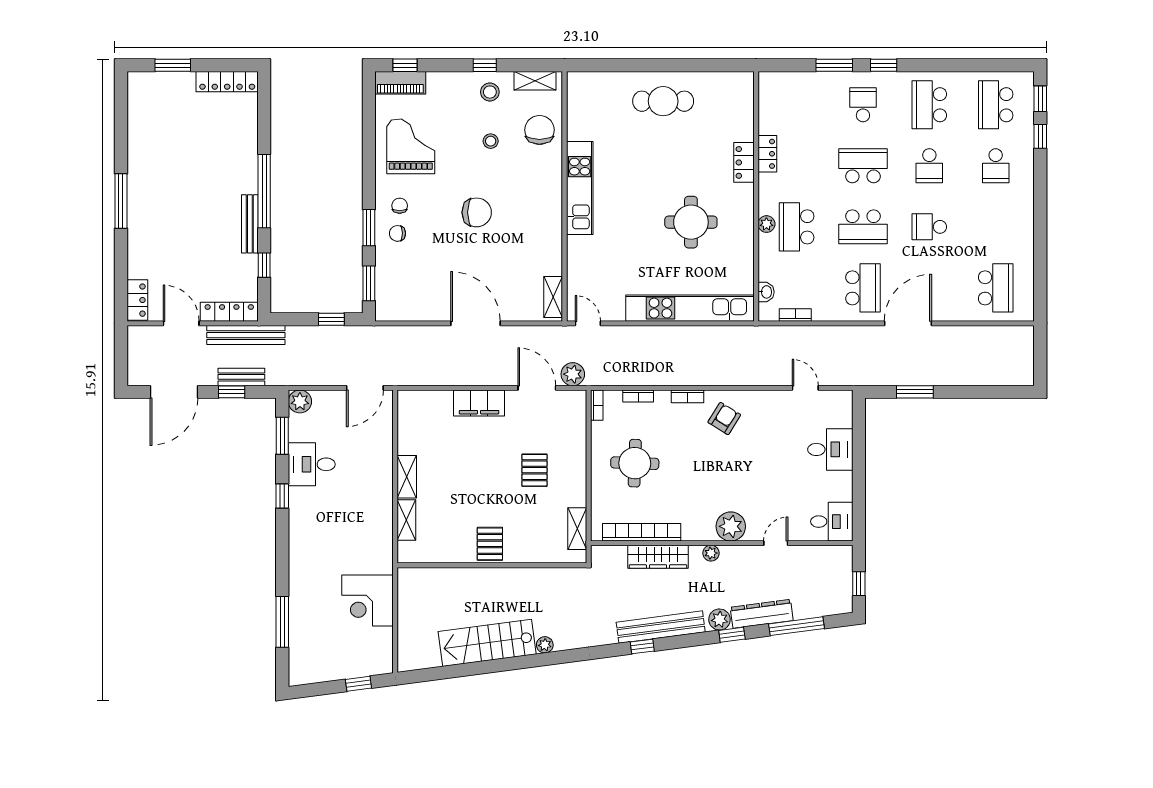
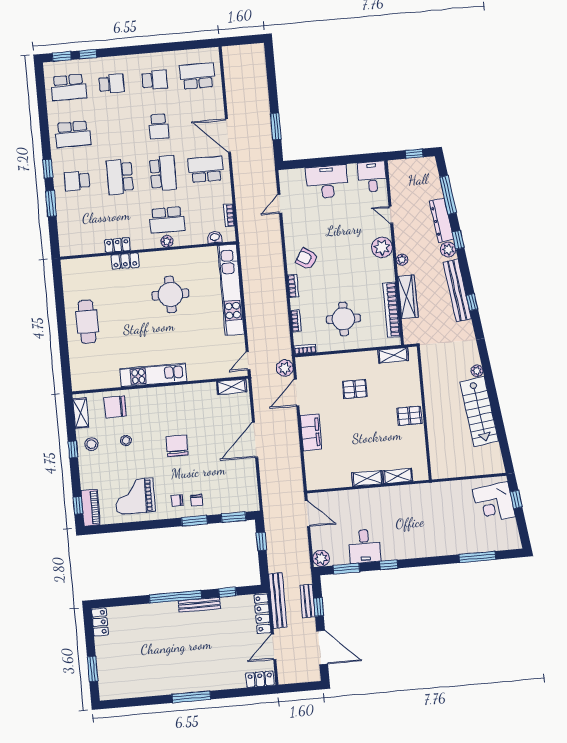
locker: (227, 82) -> (100, 622), width x0.66
school desk: (929, 166) -> (155, 80), moved
desk: (830, 449) -> (327, 182), width x1.37
corner desk: (368, 601) -> (494, 503), moved, turned 83

